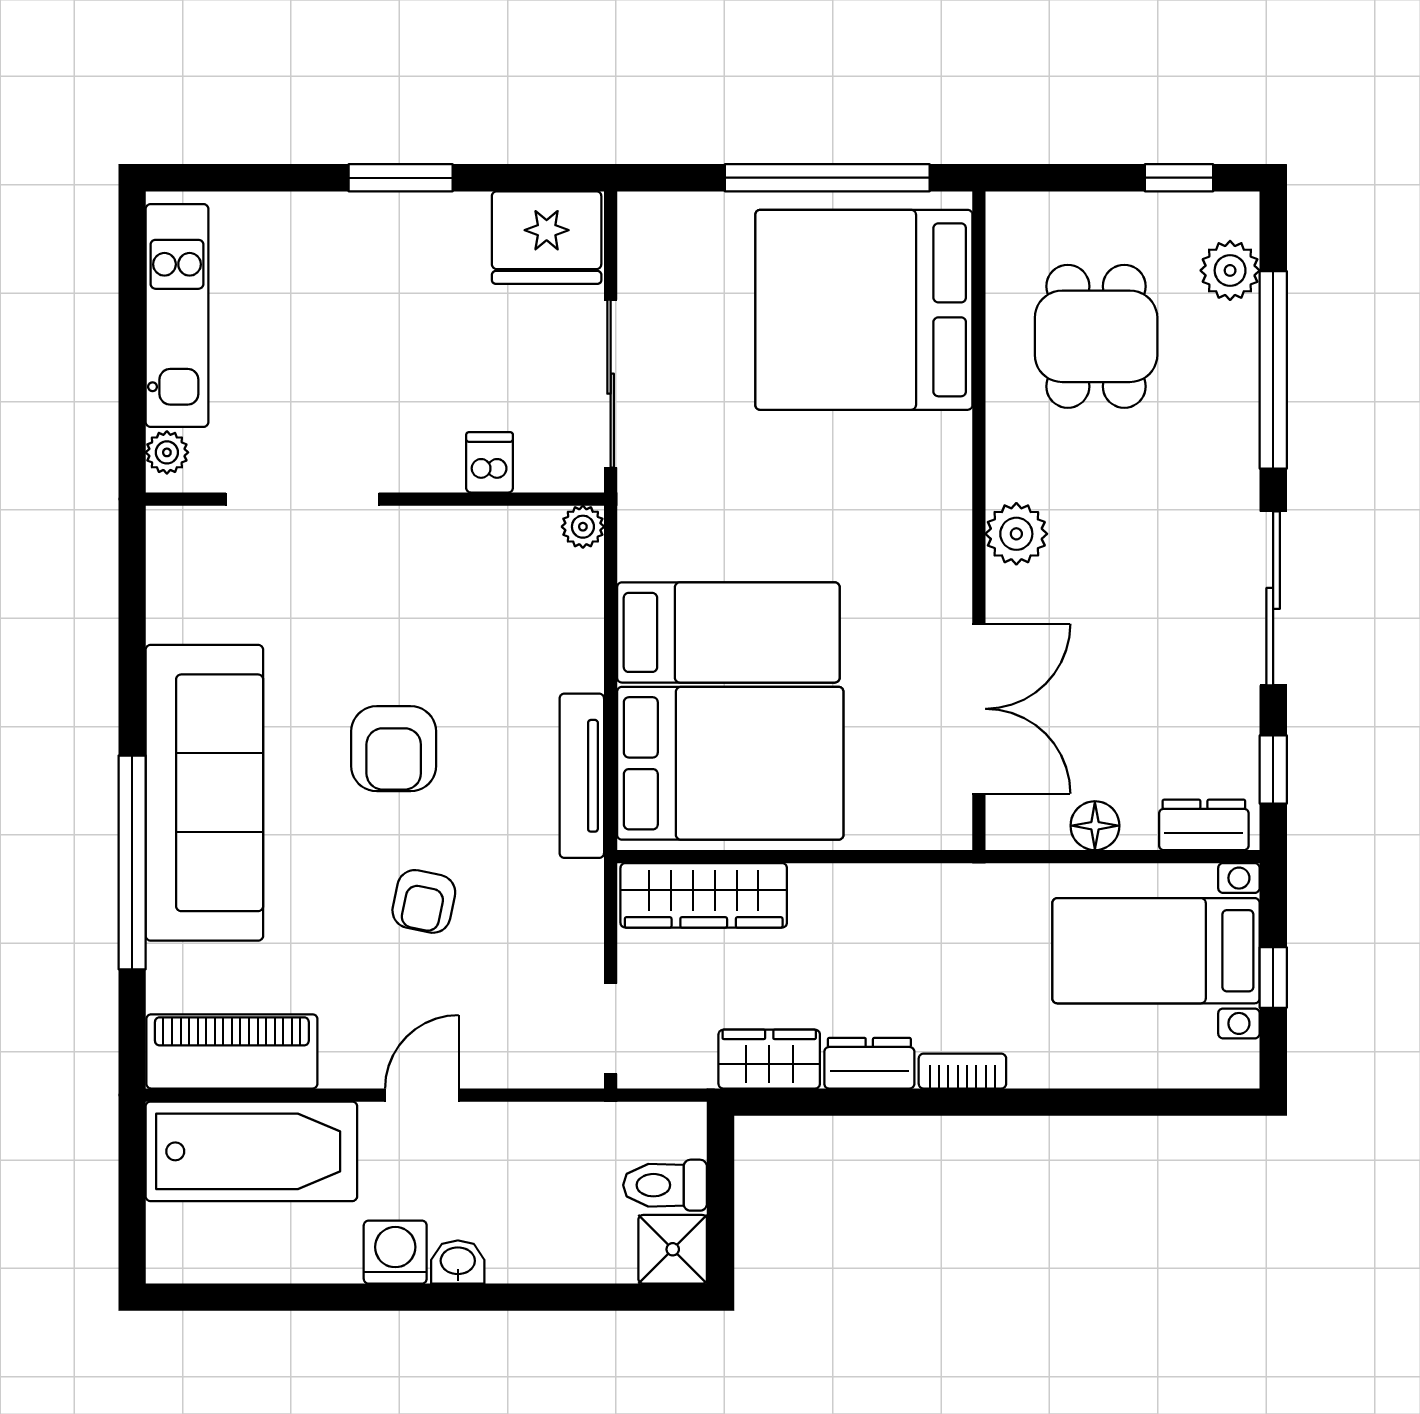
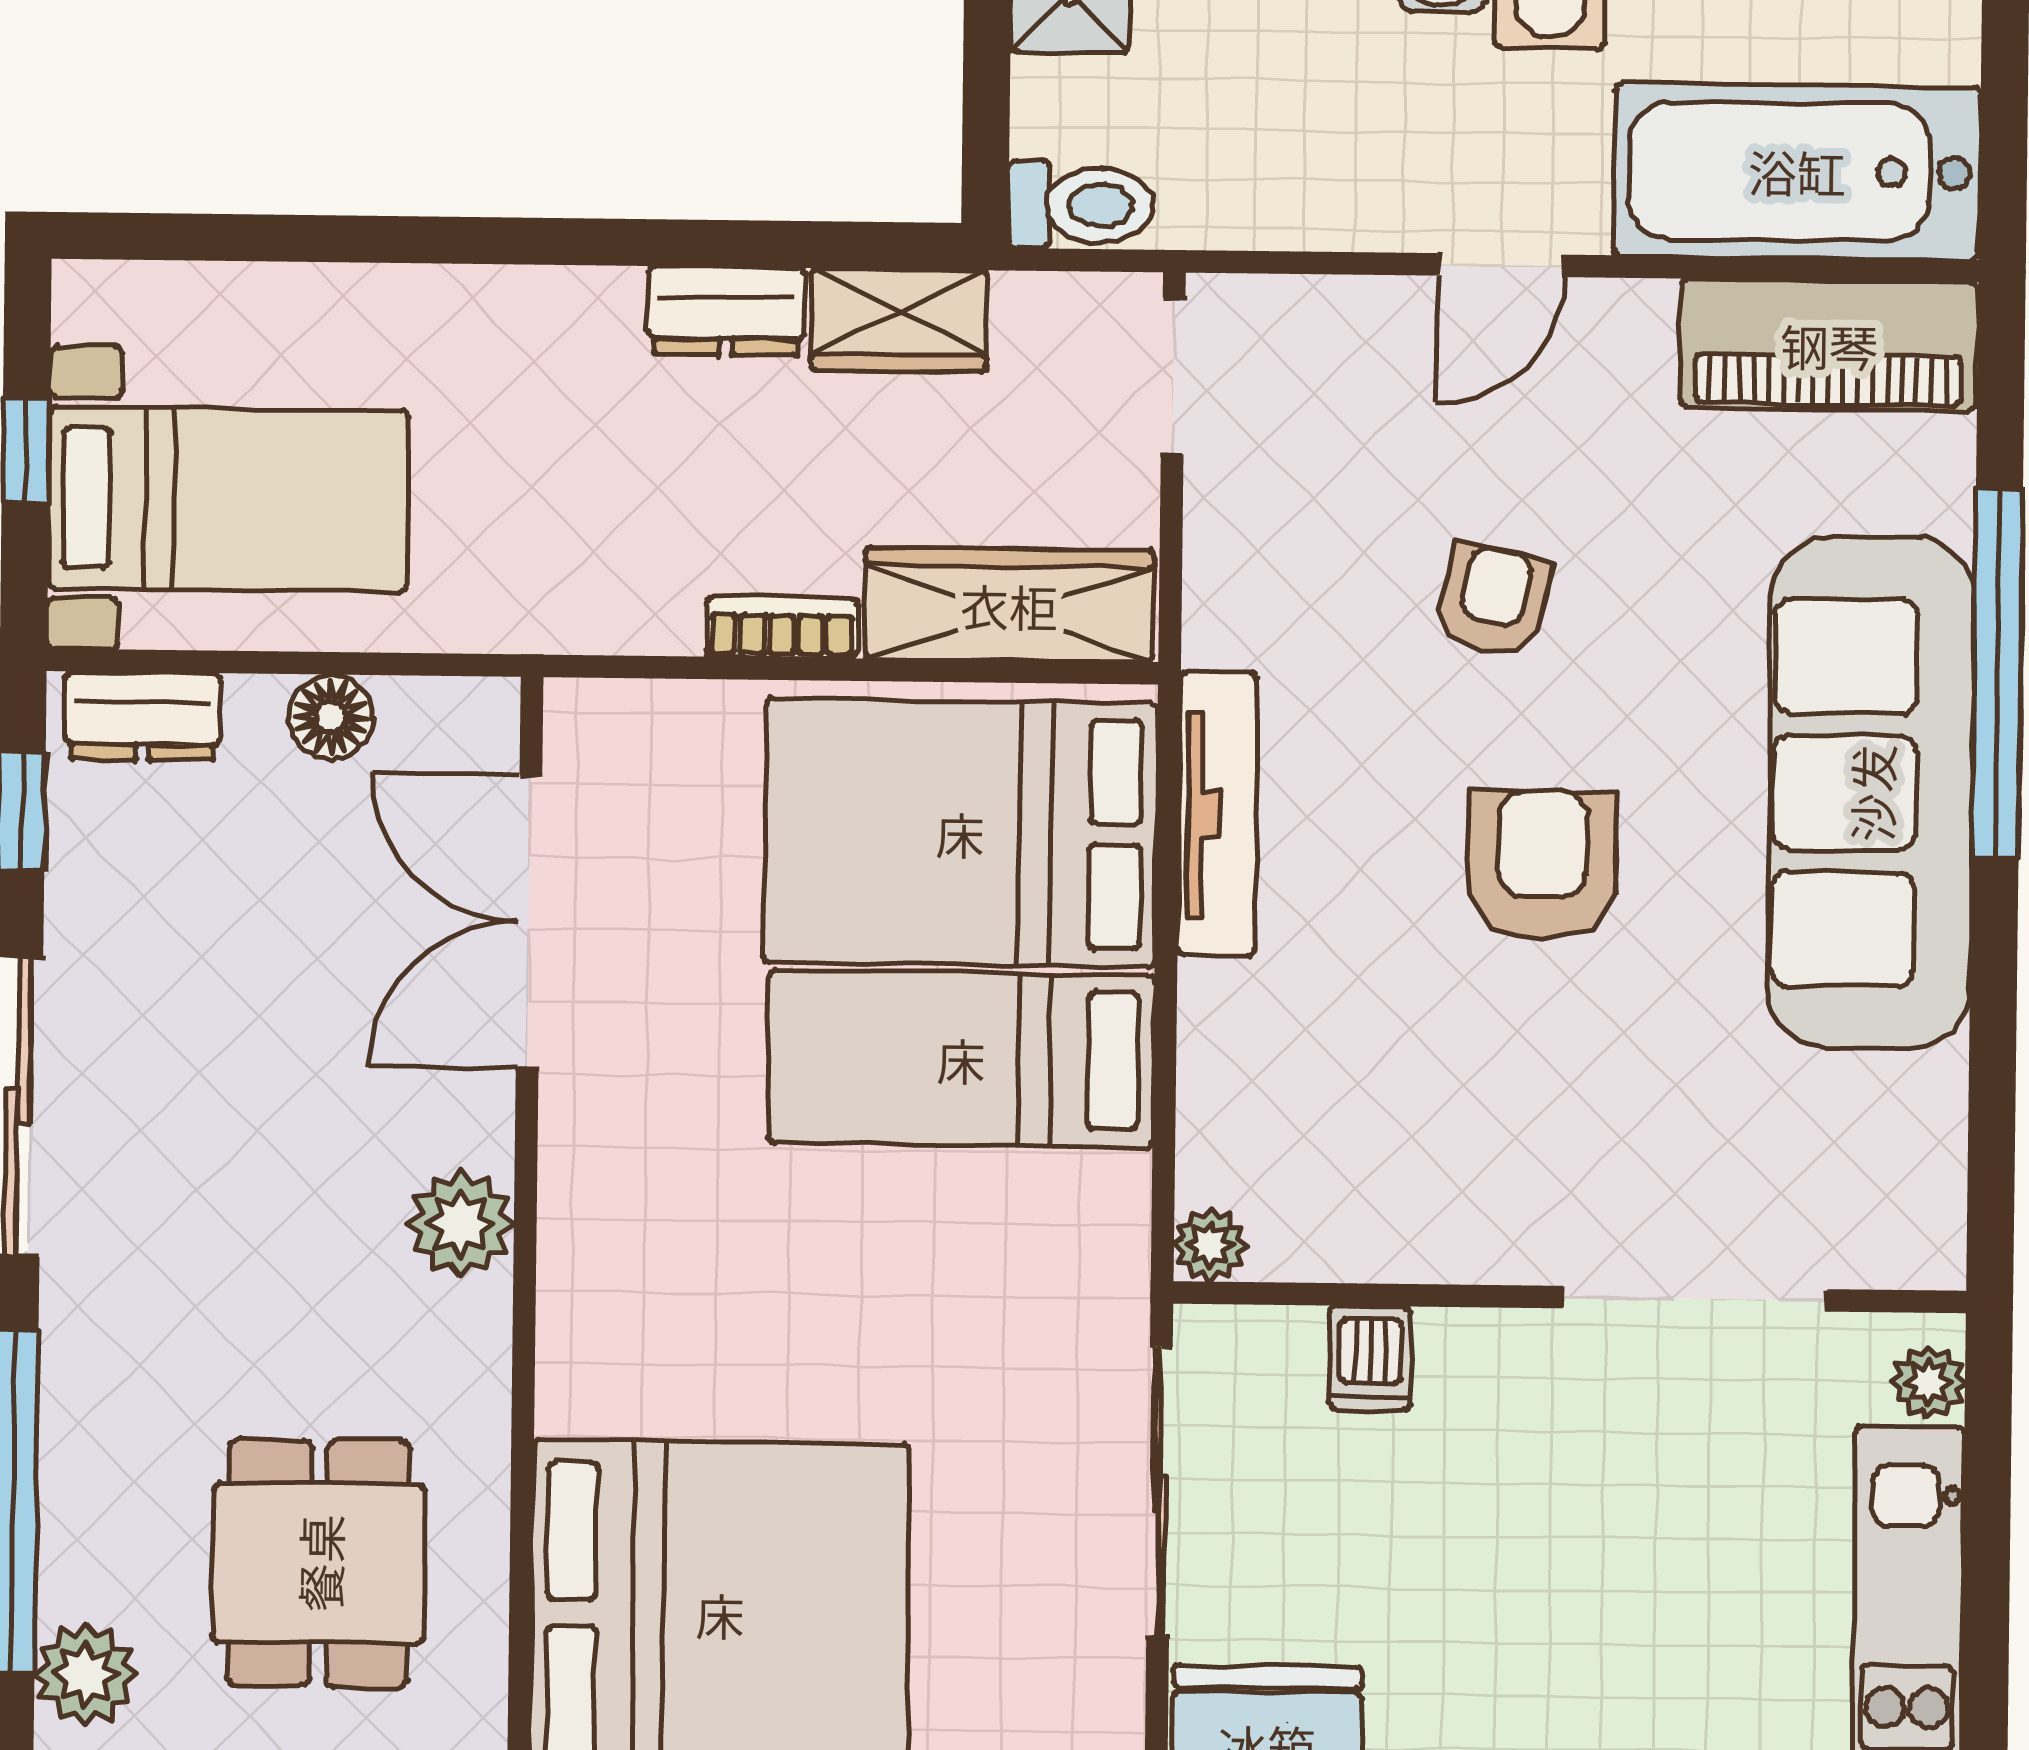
bookcase: (962, 1071) -> (782, 627), moved, turned 180
toilet: (665, 1185) -> (1081, 205), moved

